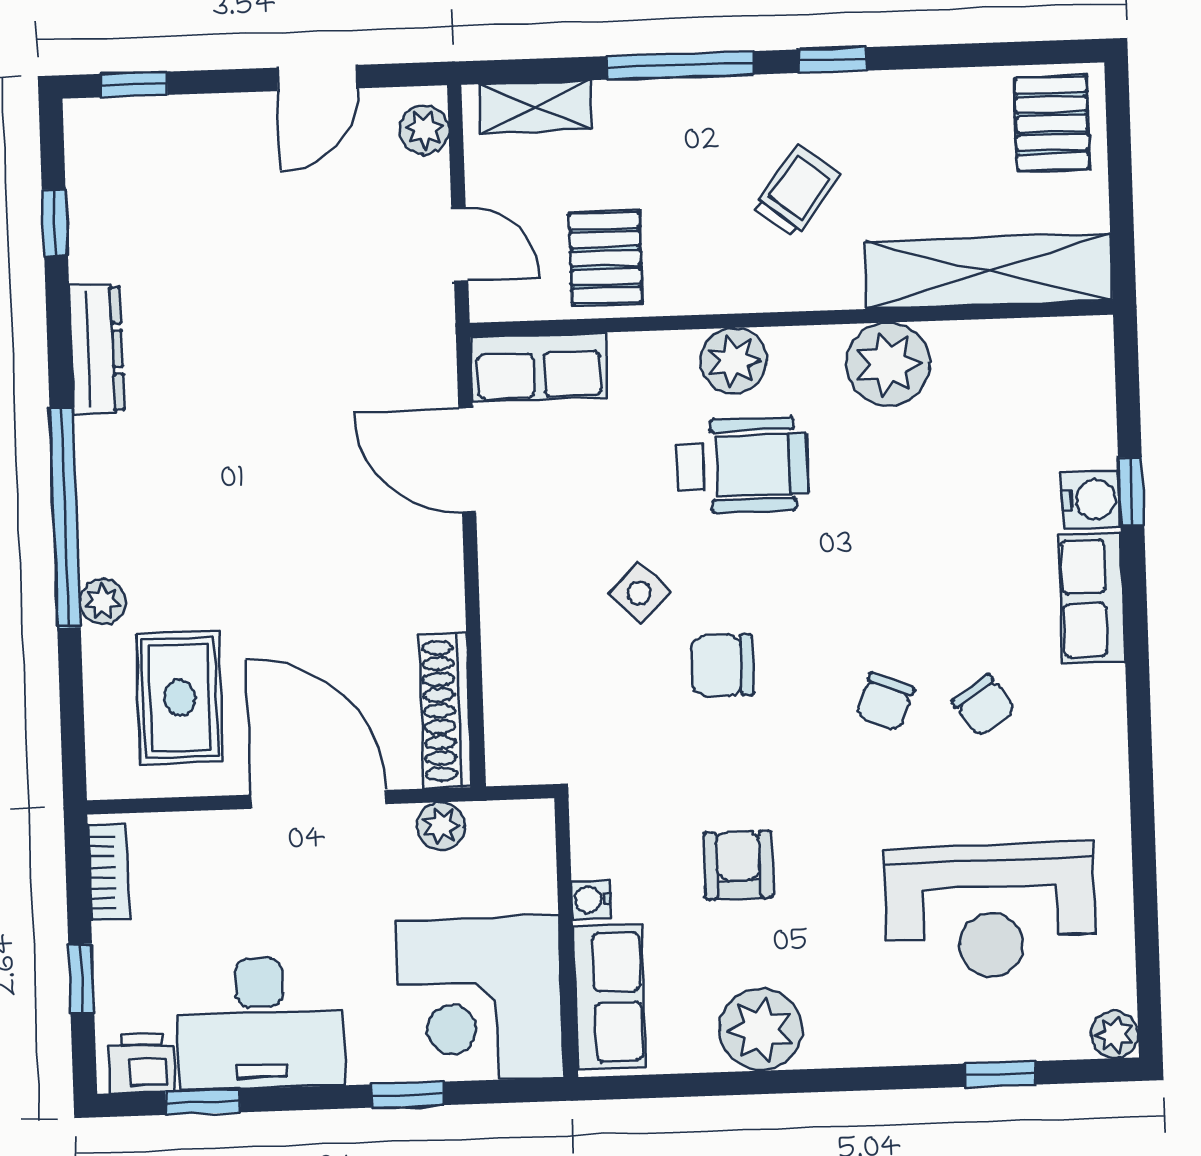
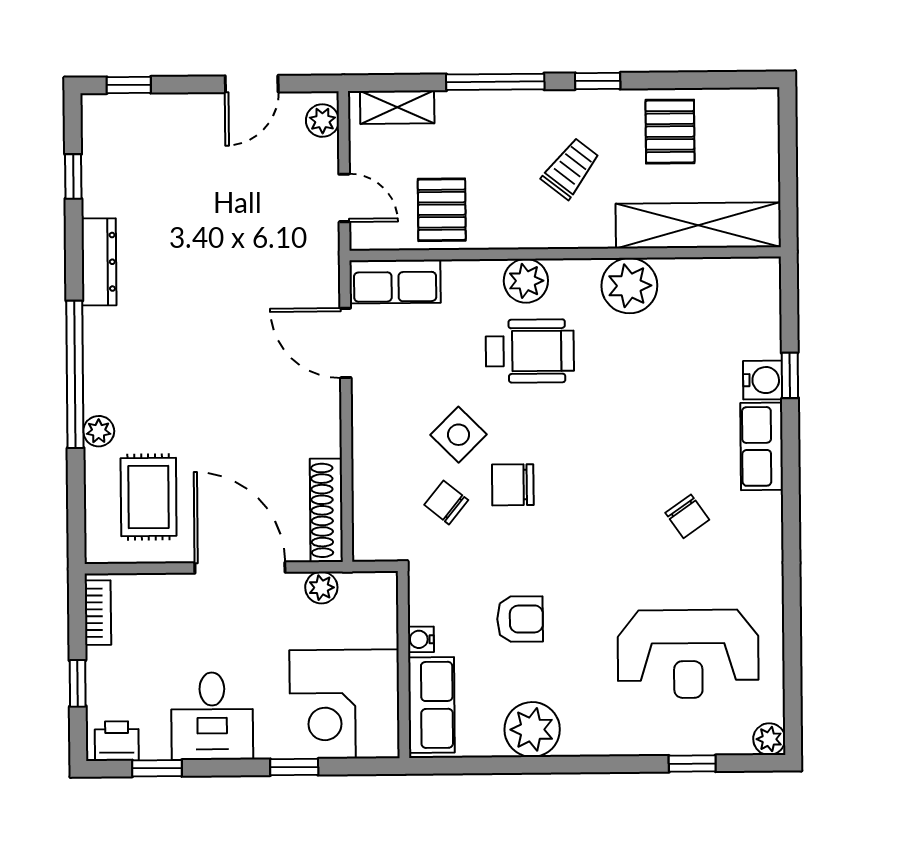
pallet: (1052, 123) -> (670, 132), moved
side table: (639, 593) -> (459, 435), width x1.37, depth x1.37
chair: (885, 702) -> (446, 502), moved, turned 107
armchair: (738, 865) -> (520, 619), turned 90
desk: (260, 1023) -> (212, 716), width x0.73

